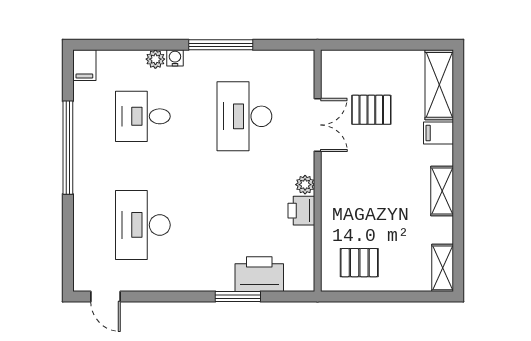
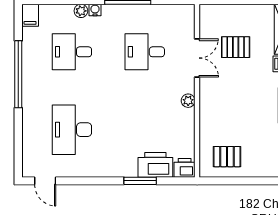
desk: (244, 116) -> (145, 52), width x0.73
printer: (301, 211) -> (185, 168), moved, turned 90

